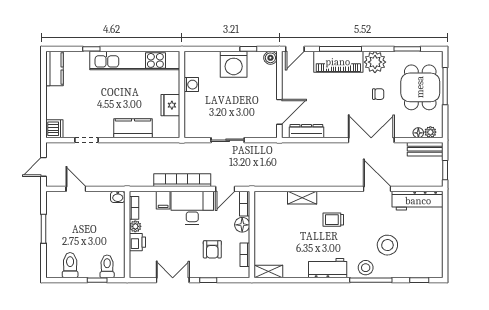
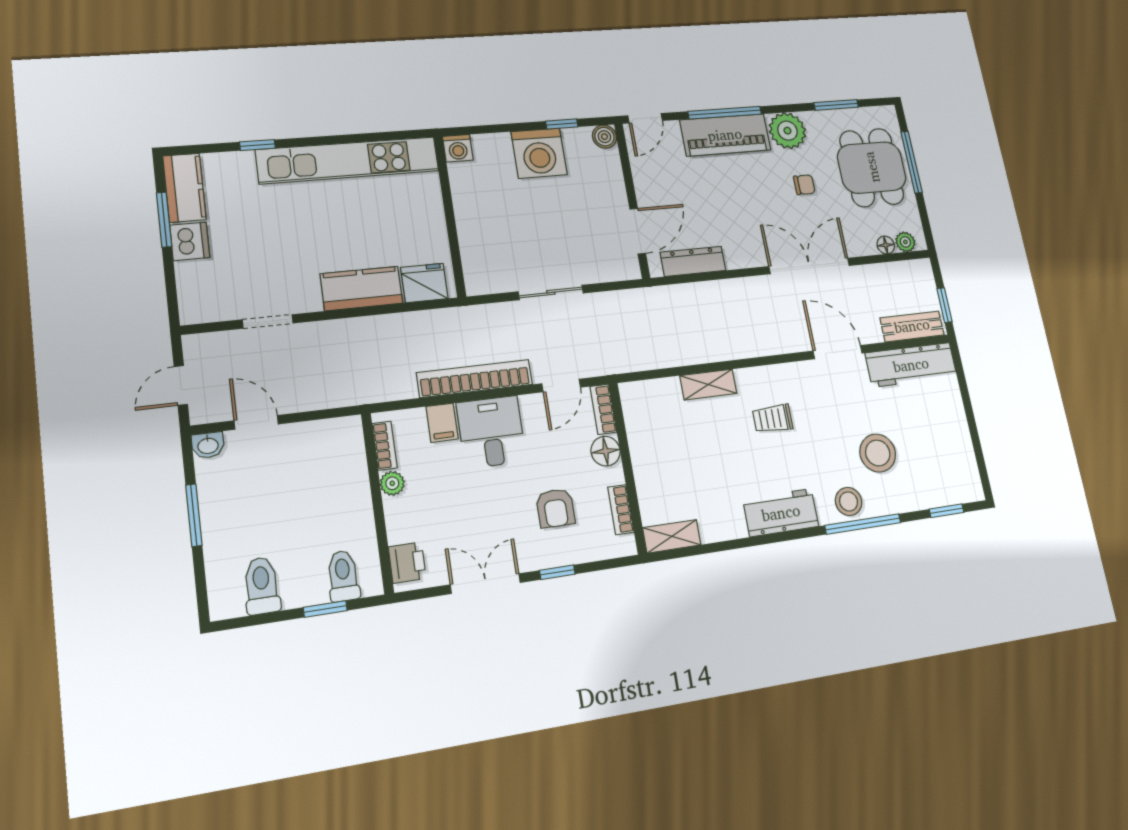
window: (44, 84) -> (164, 220), added
washing machine: (191, 85) -> (458, 148), moved, turned 90
fridge: (170, 105) -> (424, 283), moved, turned 90
dishwasher: (54, 129) -> (190, 241), moved
bench: (425, 149) -> (912, 326), moved
washbasin: (118, 197) -> (208, 445), moved
desk: (192, 208) -> (491, 432), width x0.73
printer: (137, 242) -> (407, 563), moved

